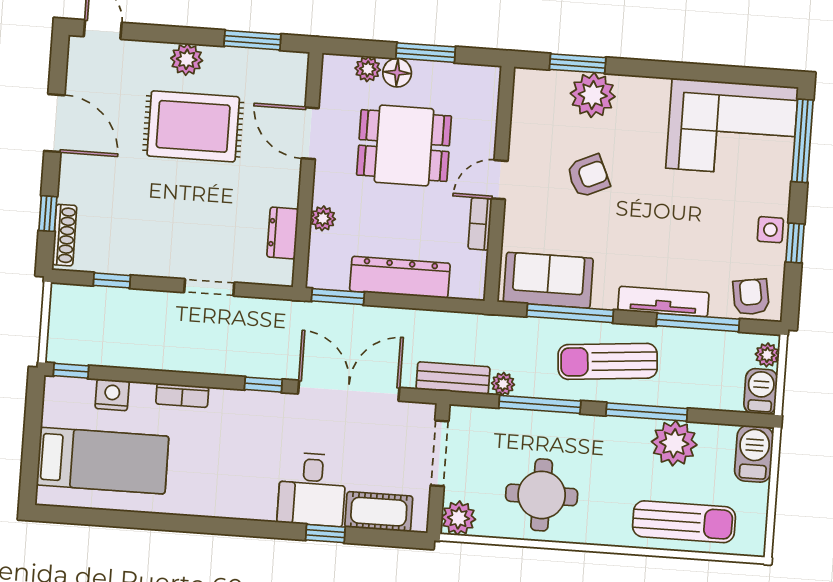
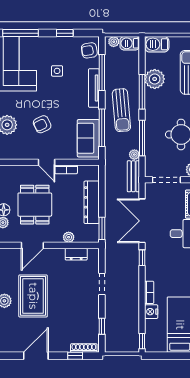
armchair: (588, 176) -> (42, 124), turned -92
side table: (770, 230) -> (57, 71), moved
nightstand: (112, 395) -> (151, 312), moved

